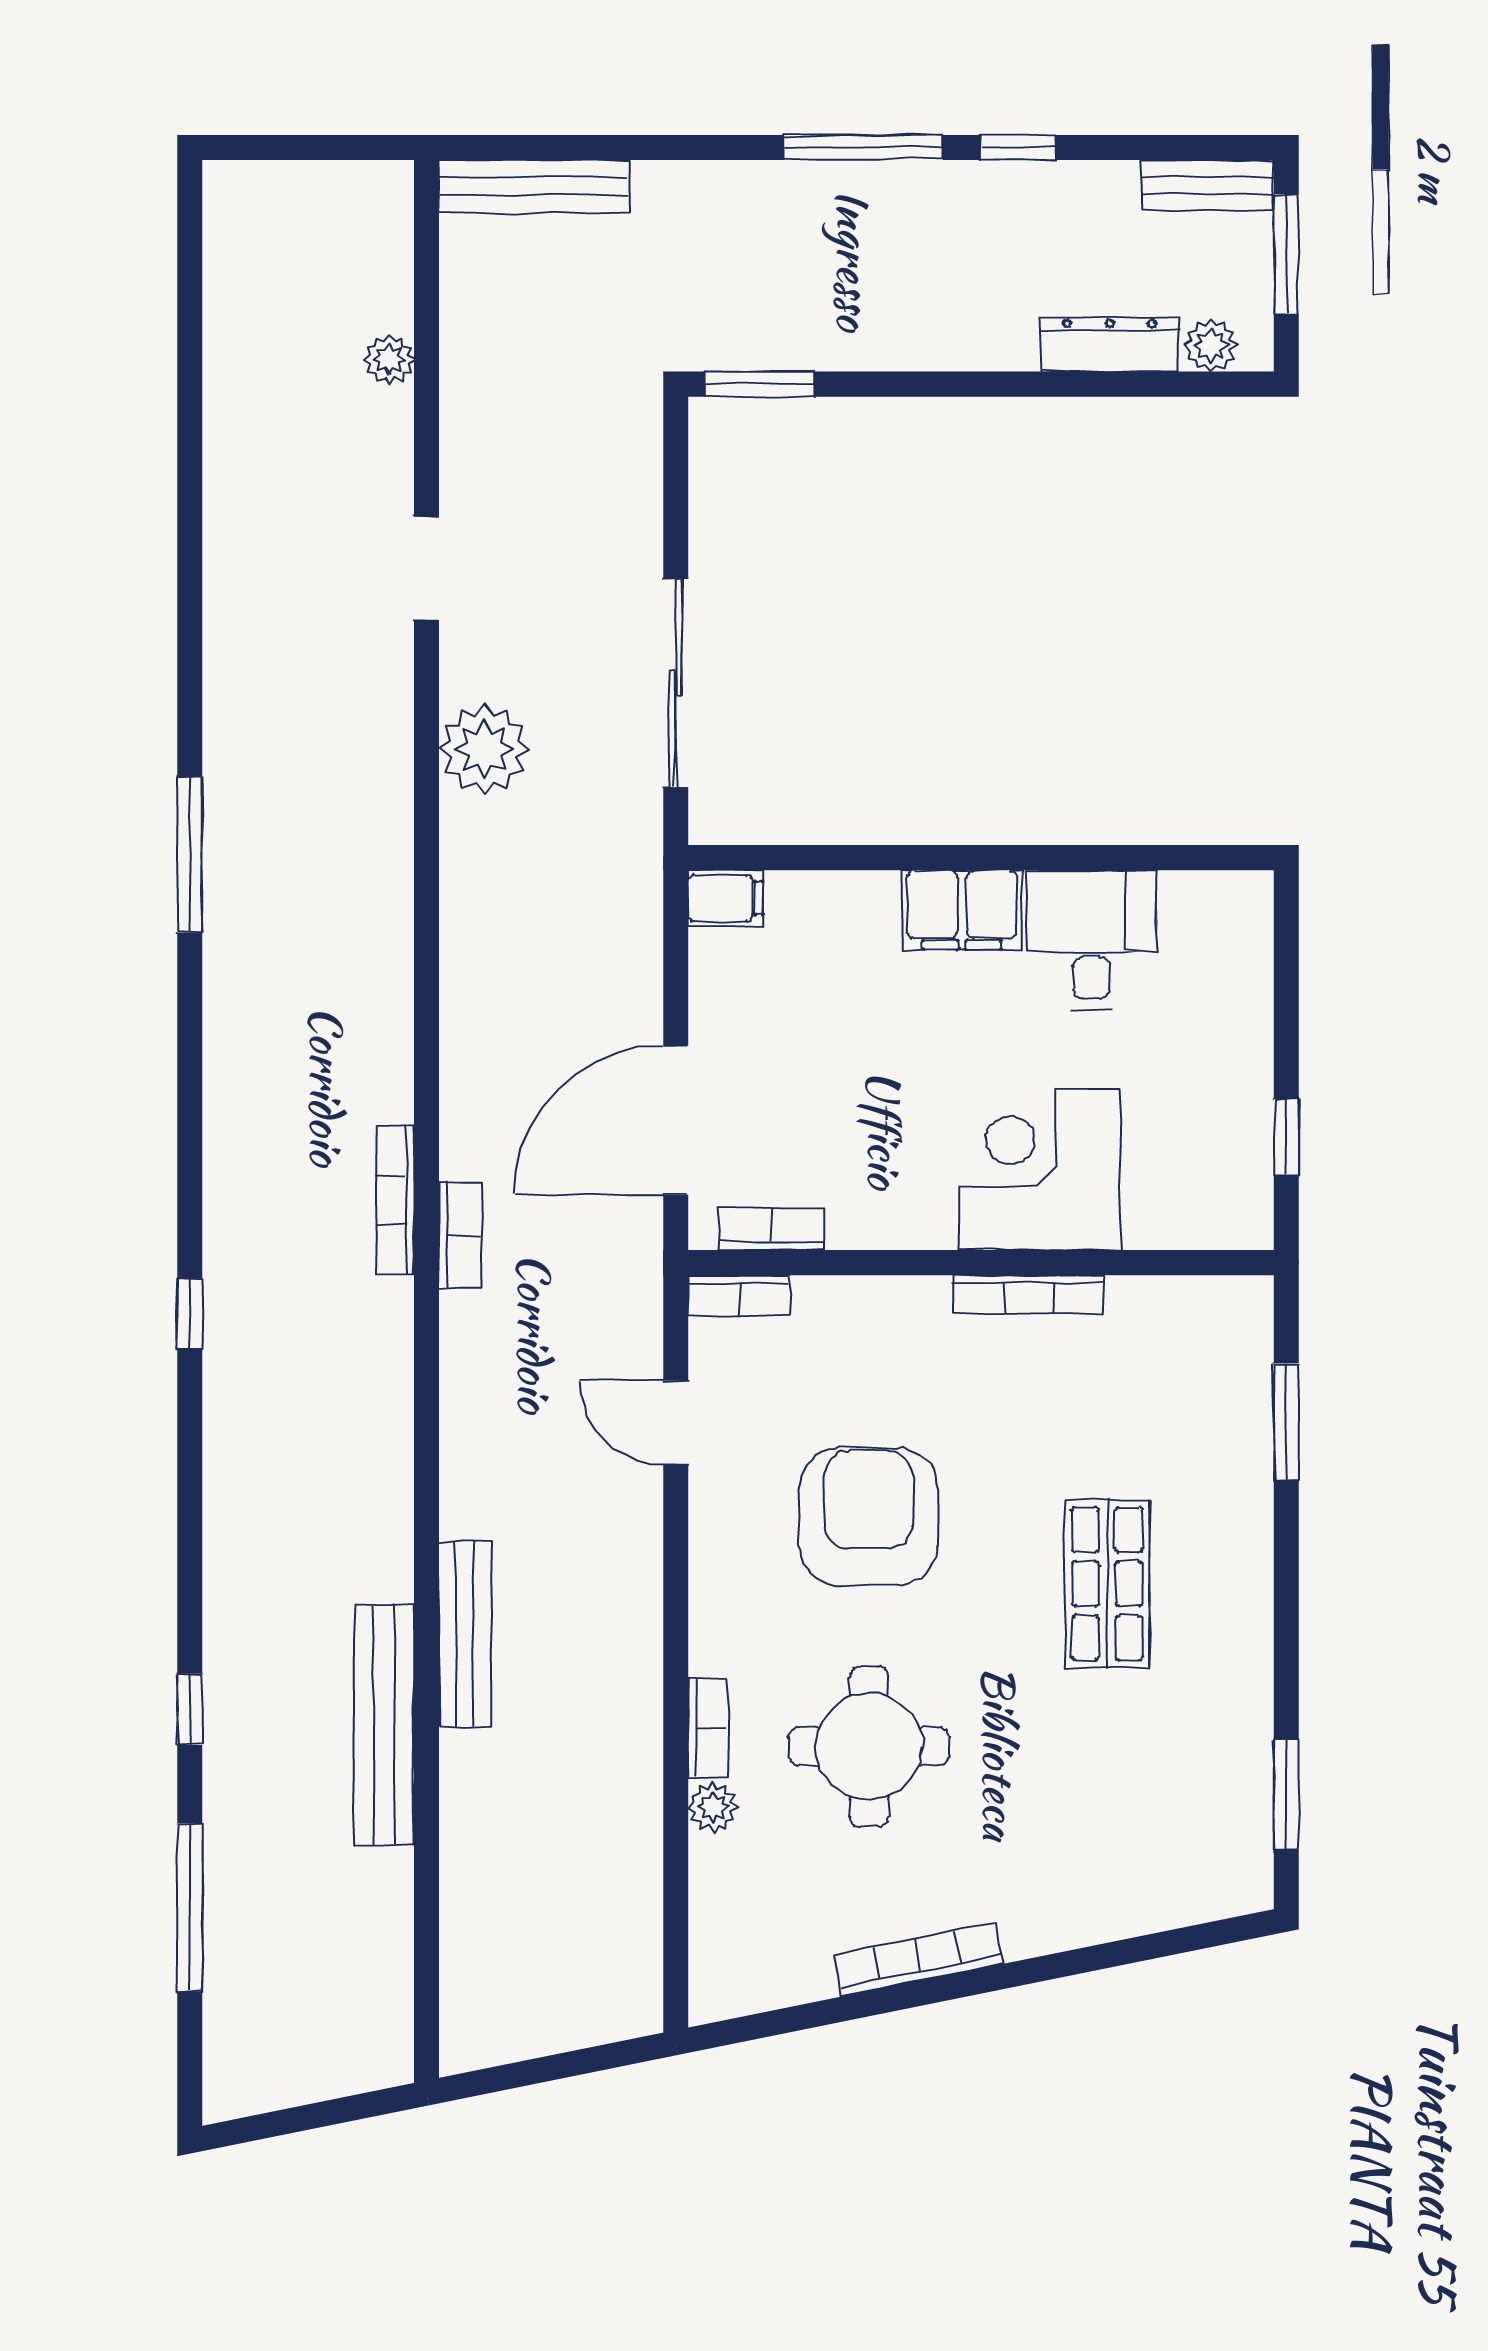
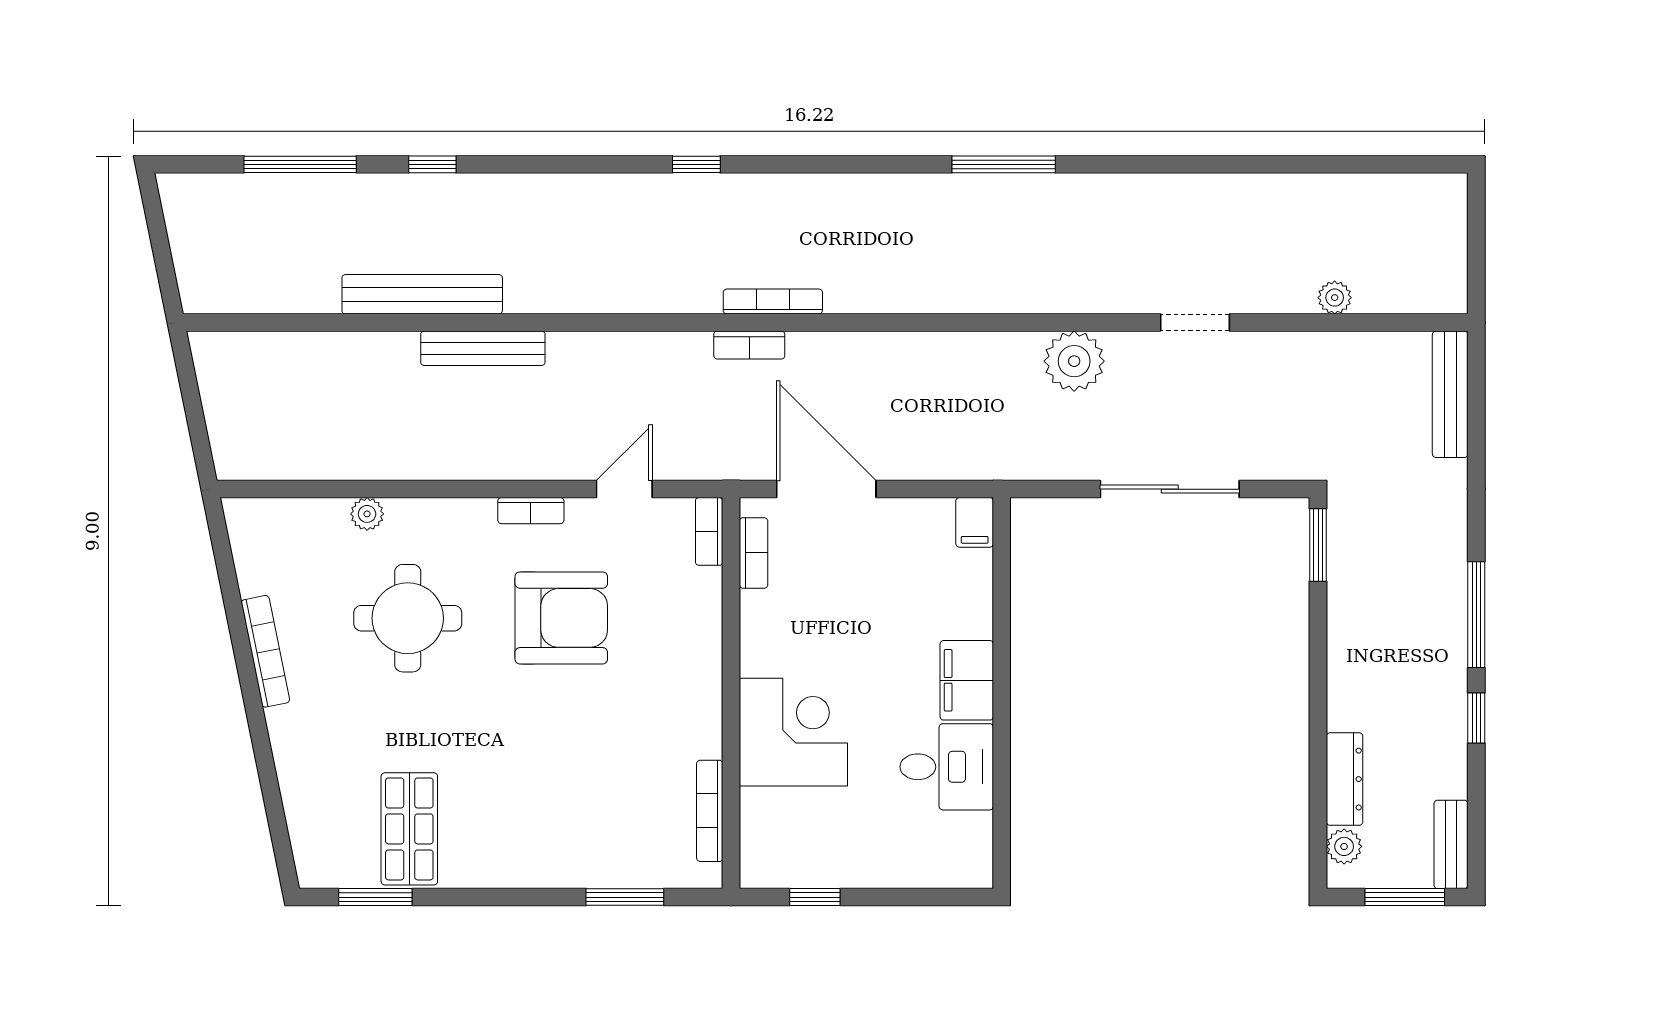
sliding door: (676, 683) -> (1170, 489), moved
bookcase: (1029, 1295) -> (710, 811), moved
shop shelf: (1107, 1584) -> (409, 829), moved, turned 90
bookcase: (708, 1728) -> (531, 511), moved

